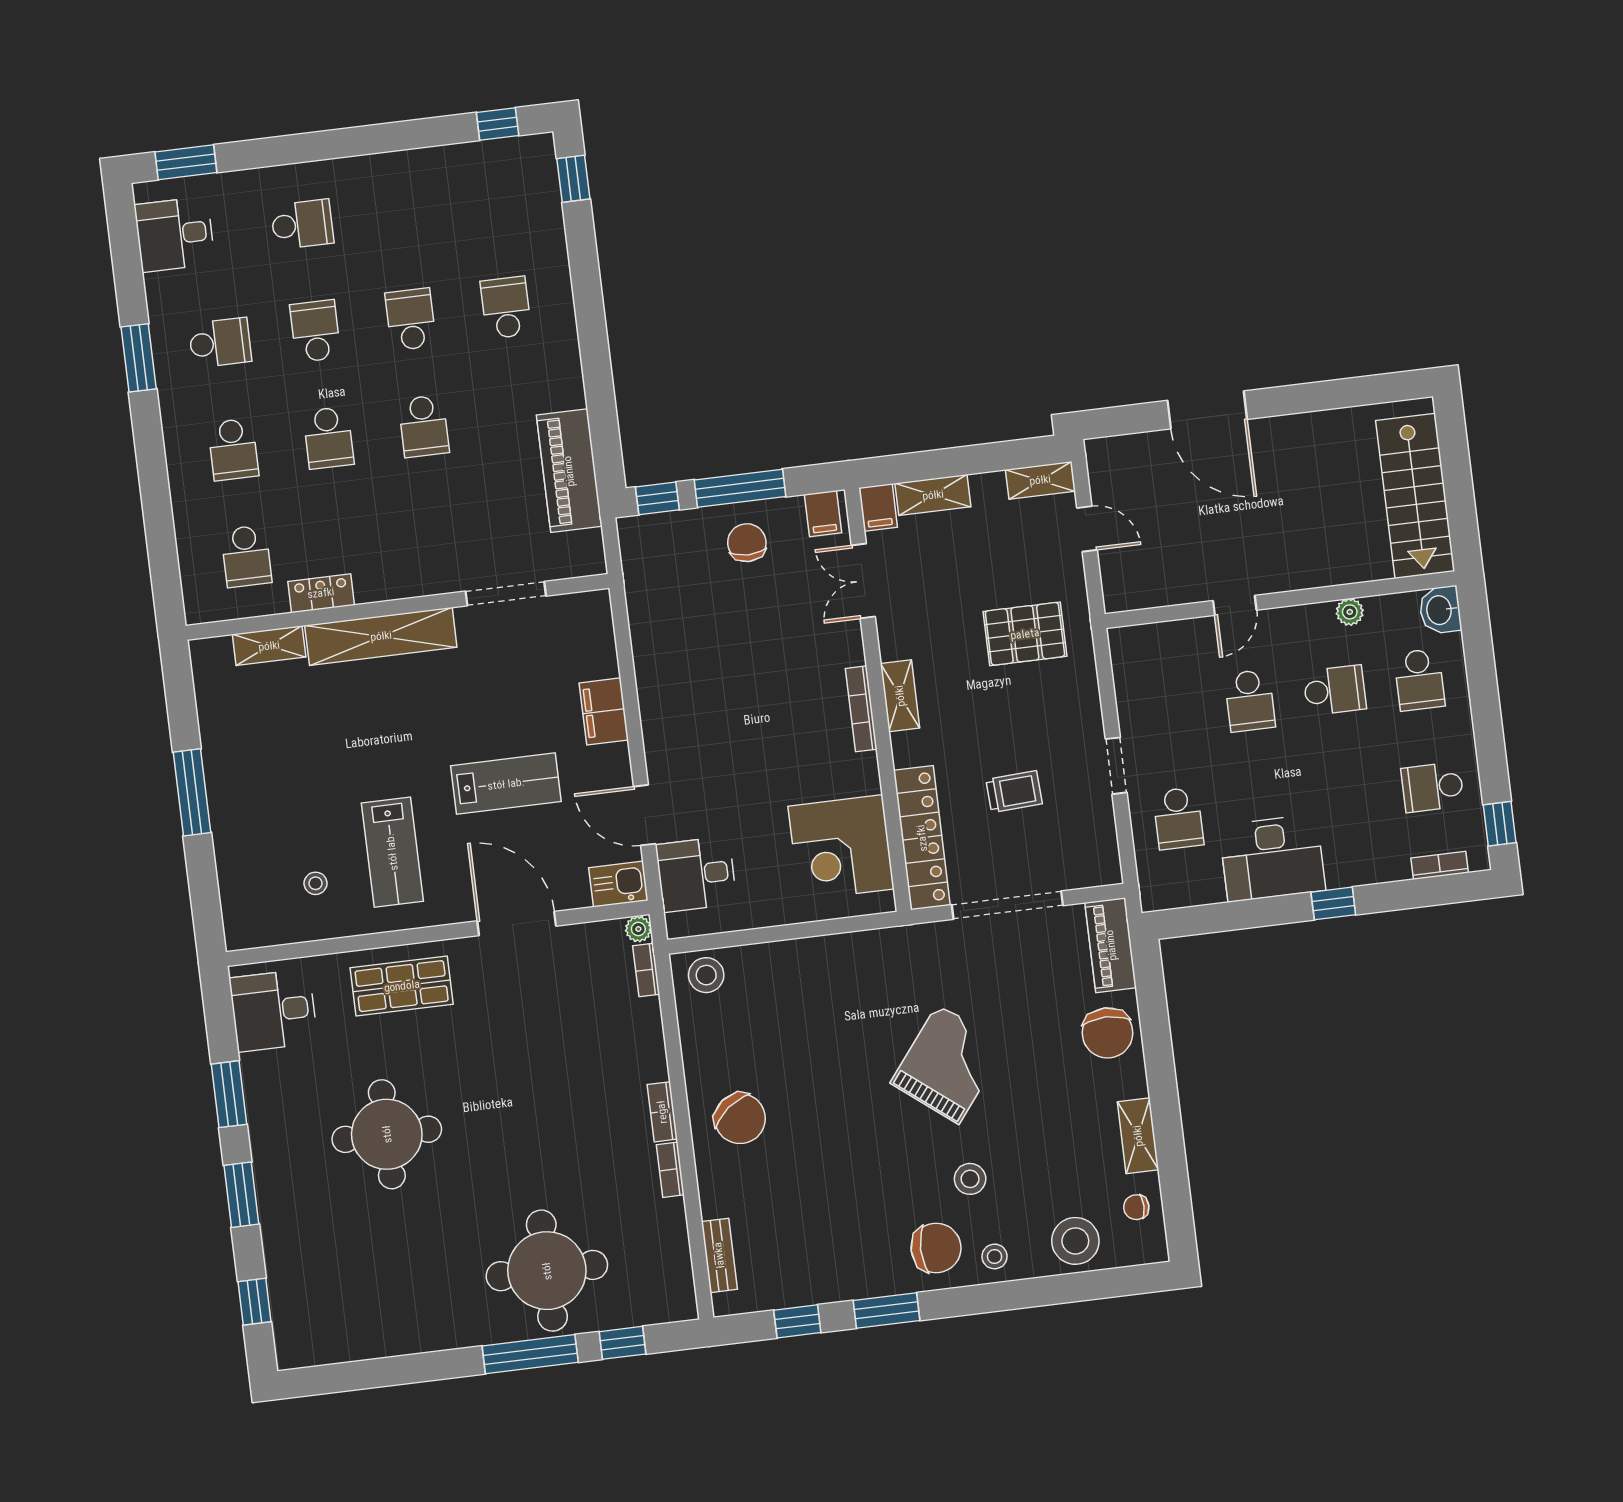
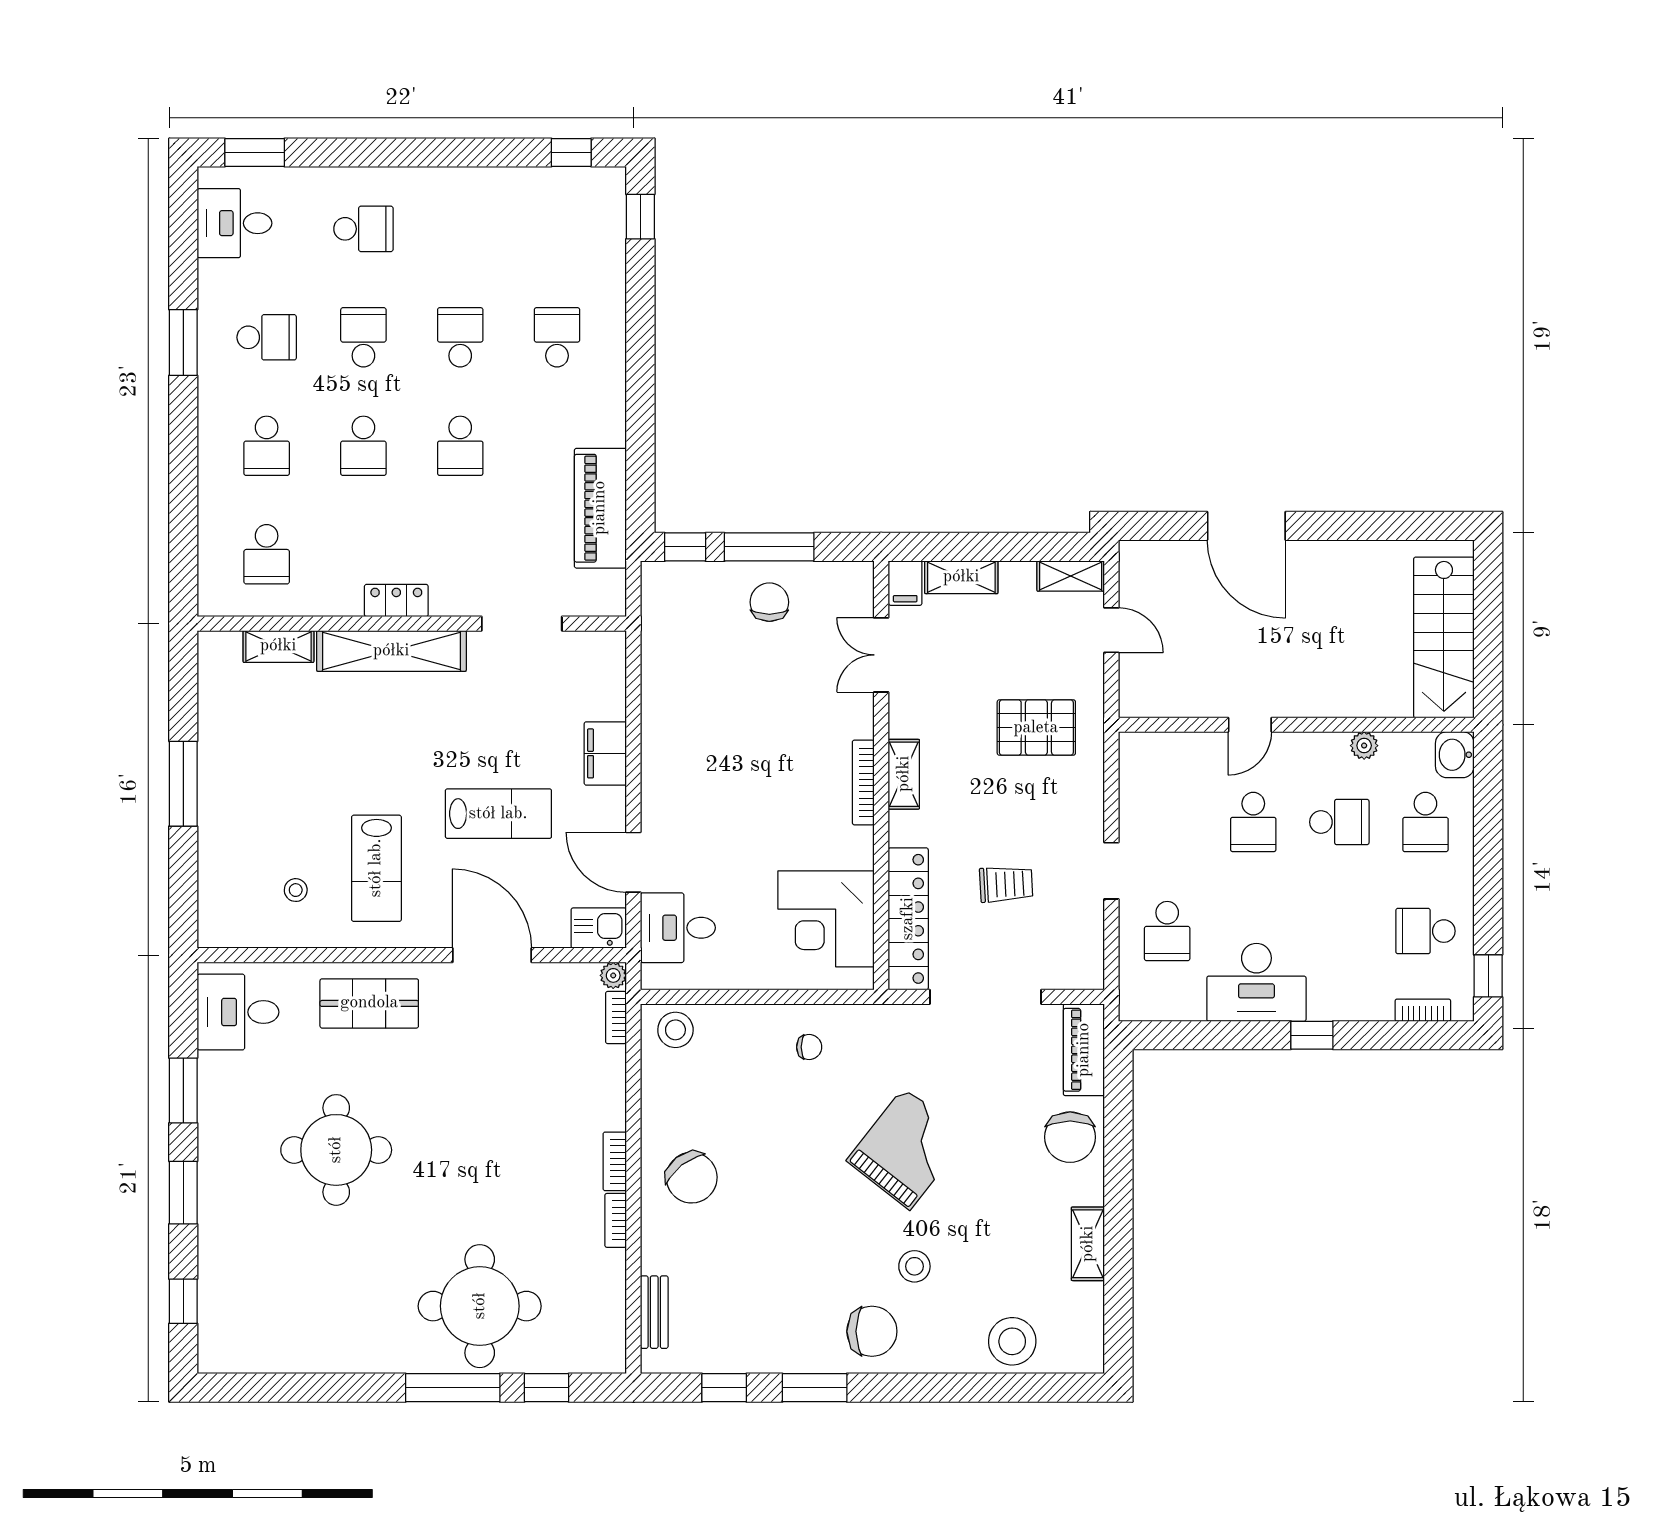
filing cabinet: (823, 514) -> (849, 582), removed
locker: (321, 593) -> (396, 600), moved
chair: (1136, 1207) -> (809, 1047), moved, turned 180
stool: (995, 1256) -> (929, 1347), removed

